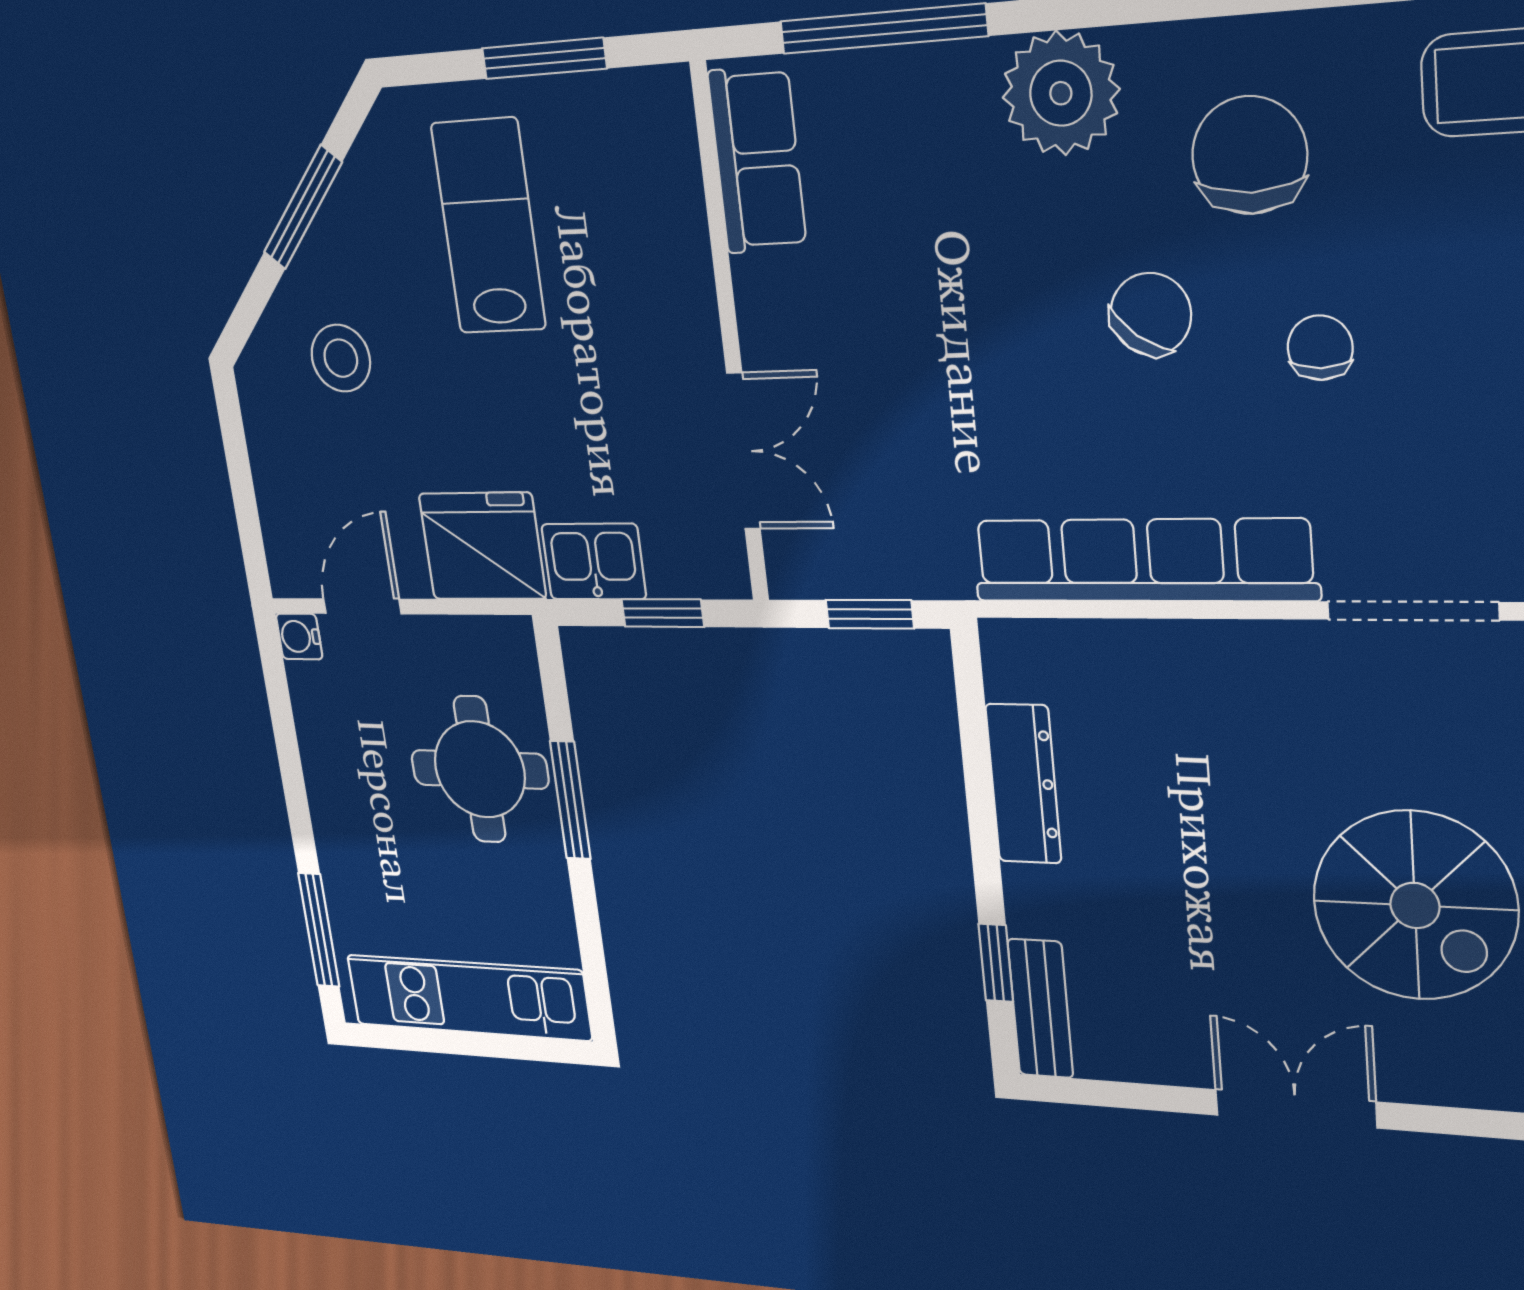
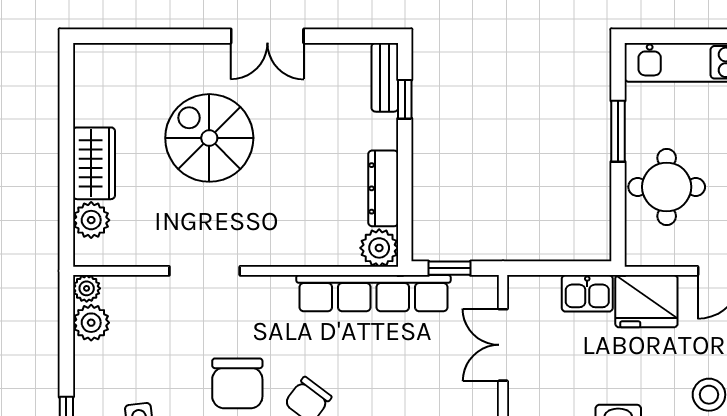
chair: (1320, 348) -> (237, 383), width x1.87, depth x1.87
row of seats: (1143, 560) -> (373, 293), moved
window: (663, 613) -> (554, 268), removed
plant: (1021, 658) -> (379, 248), added
window: (570, 800) -> (618, 131), moved

